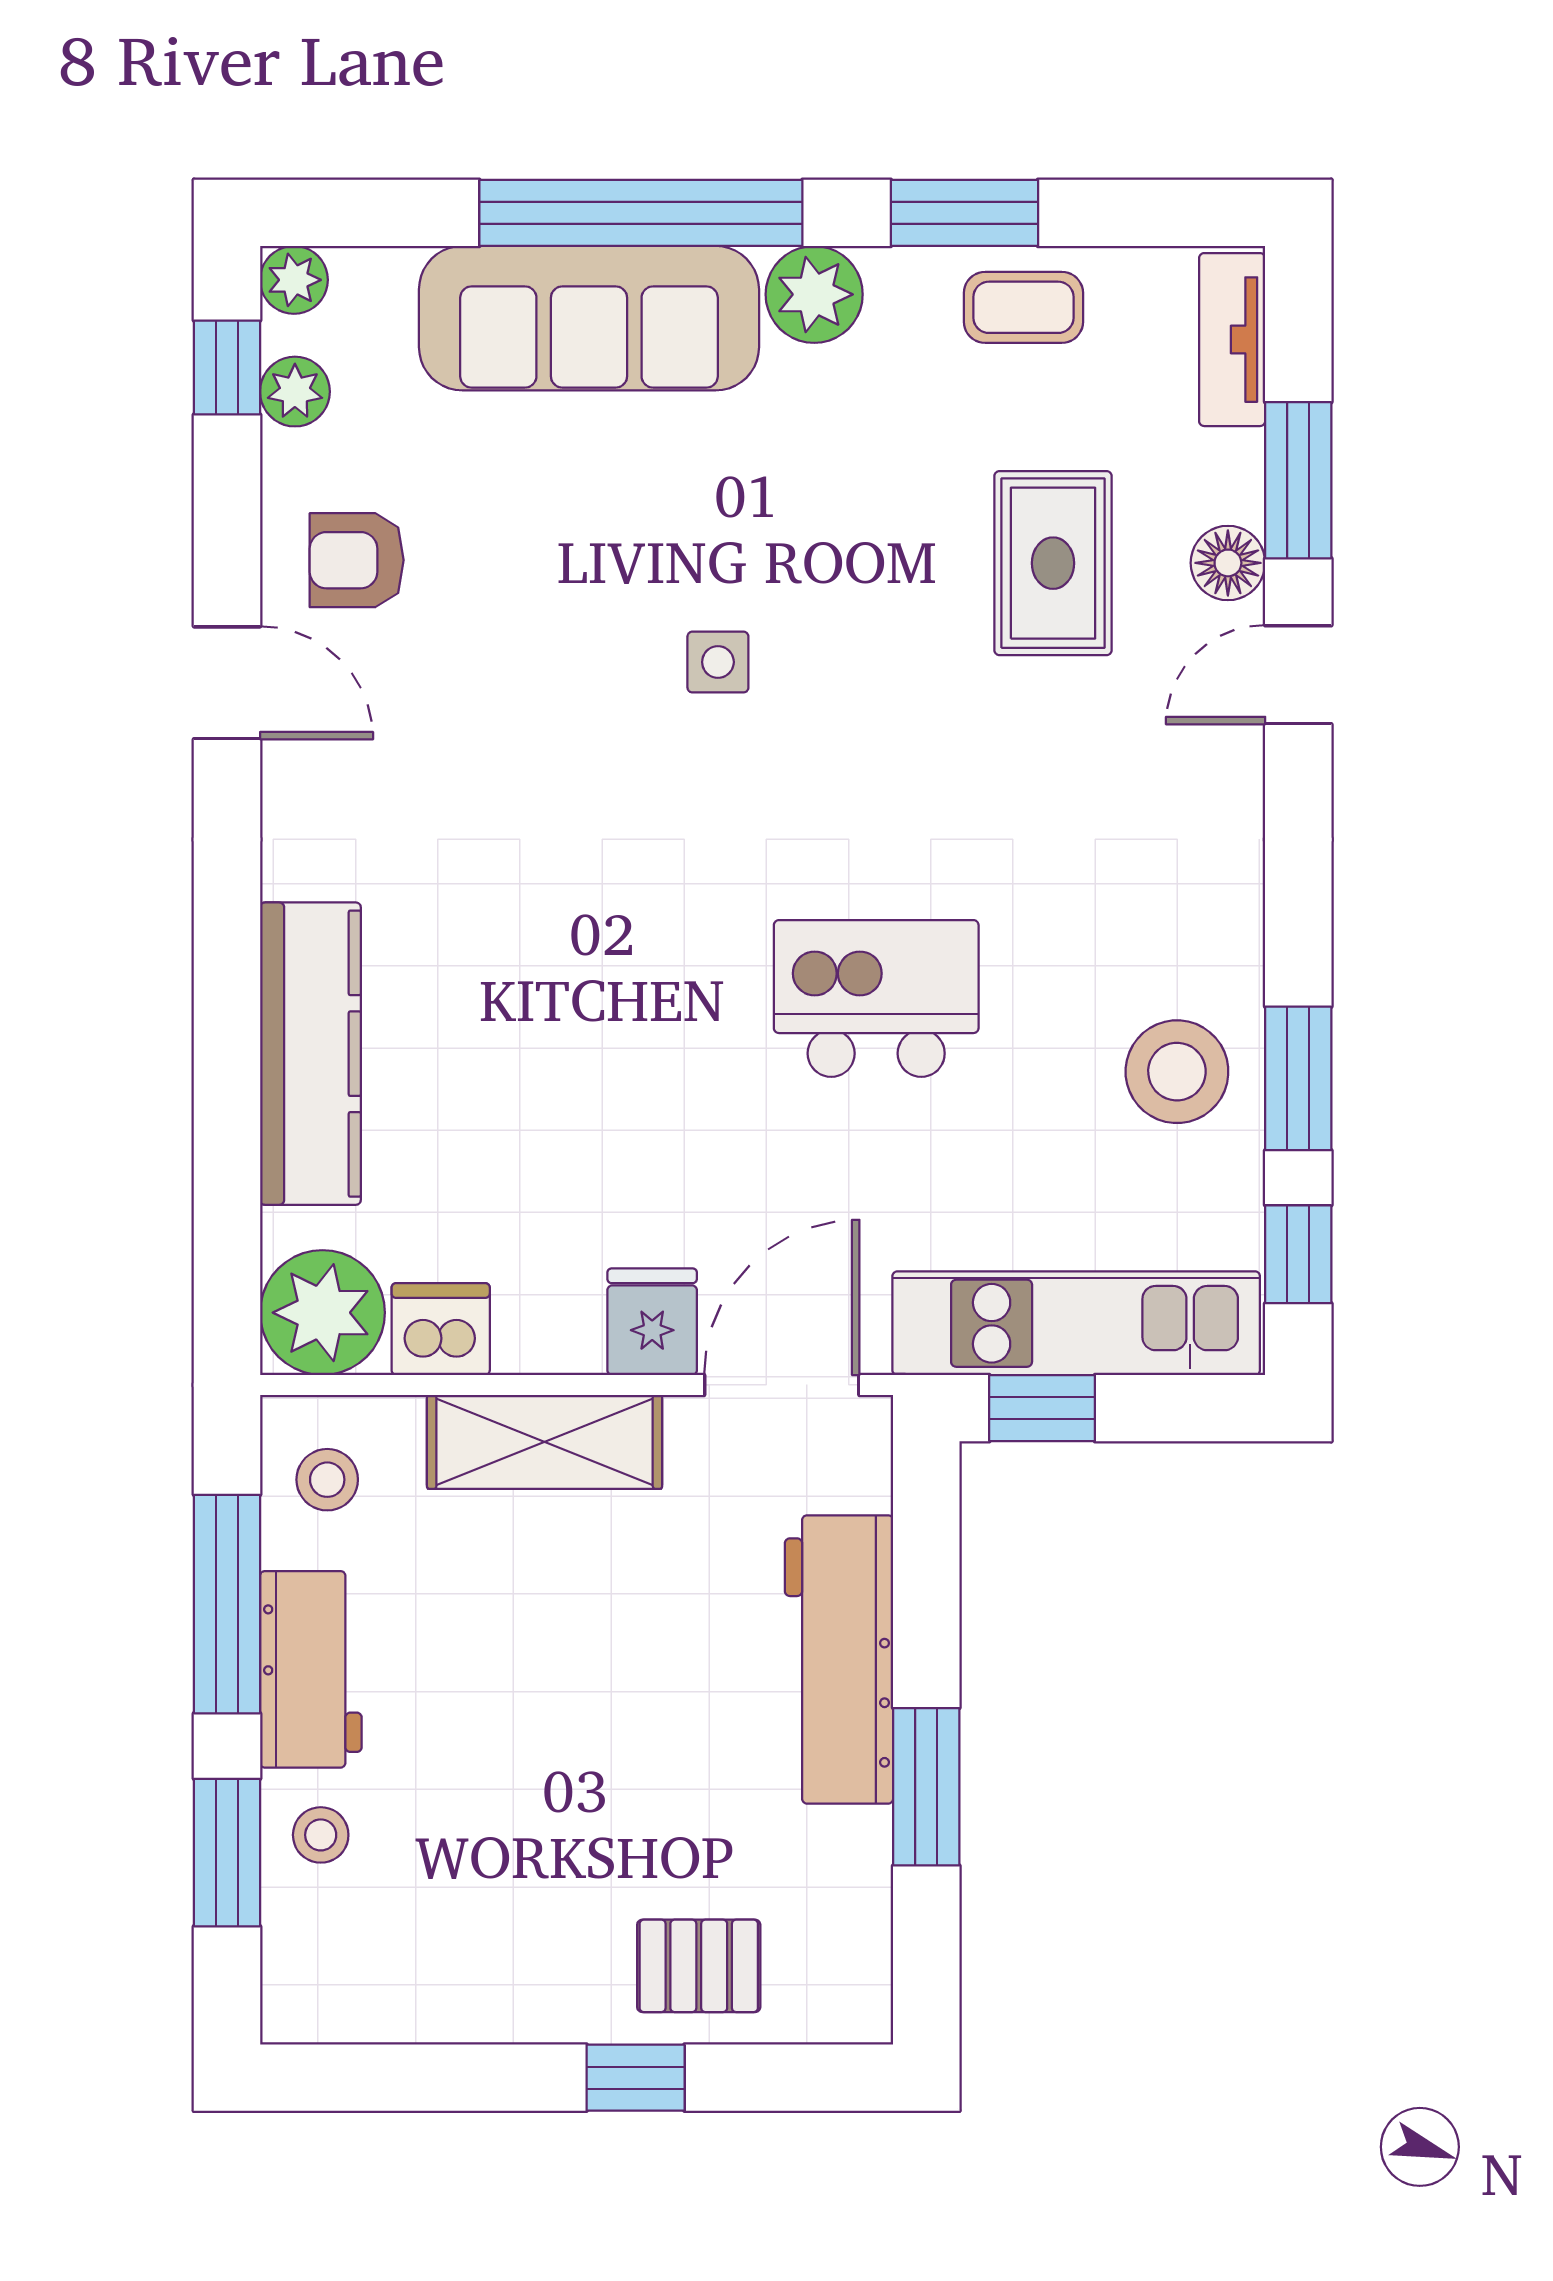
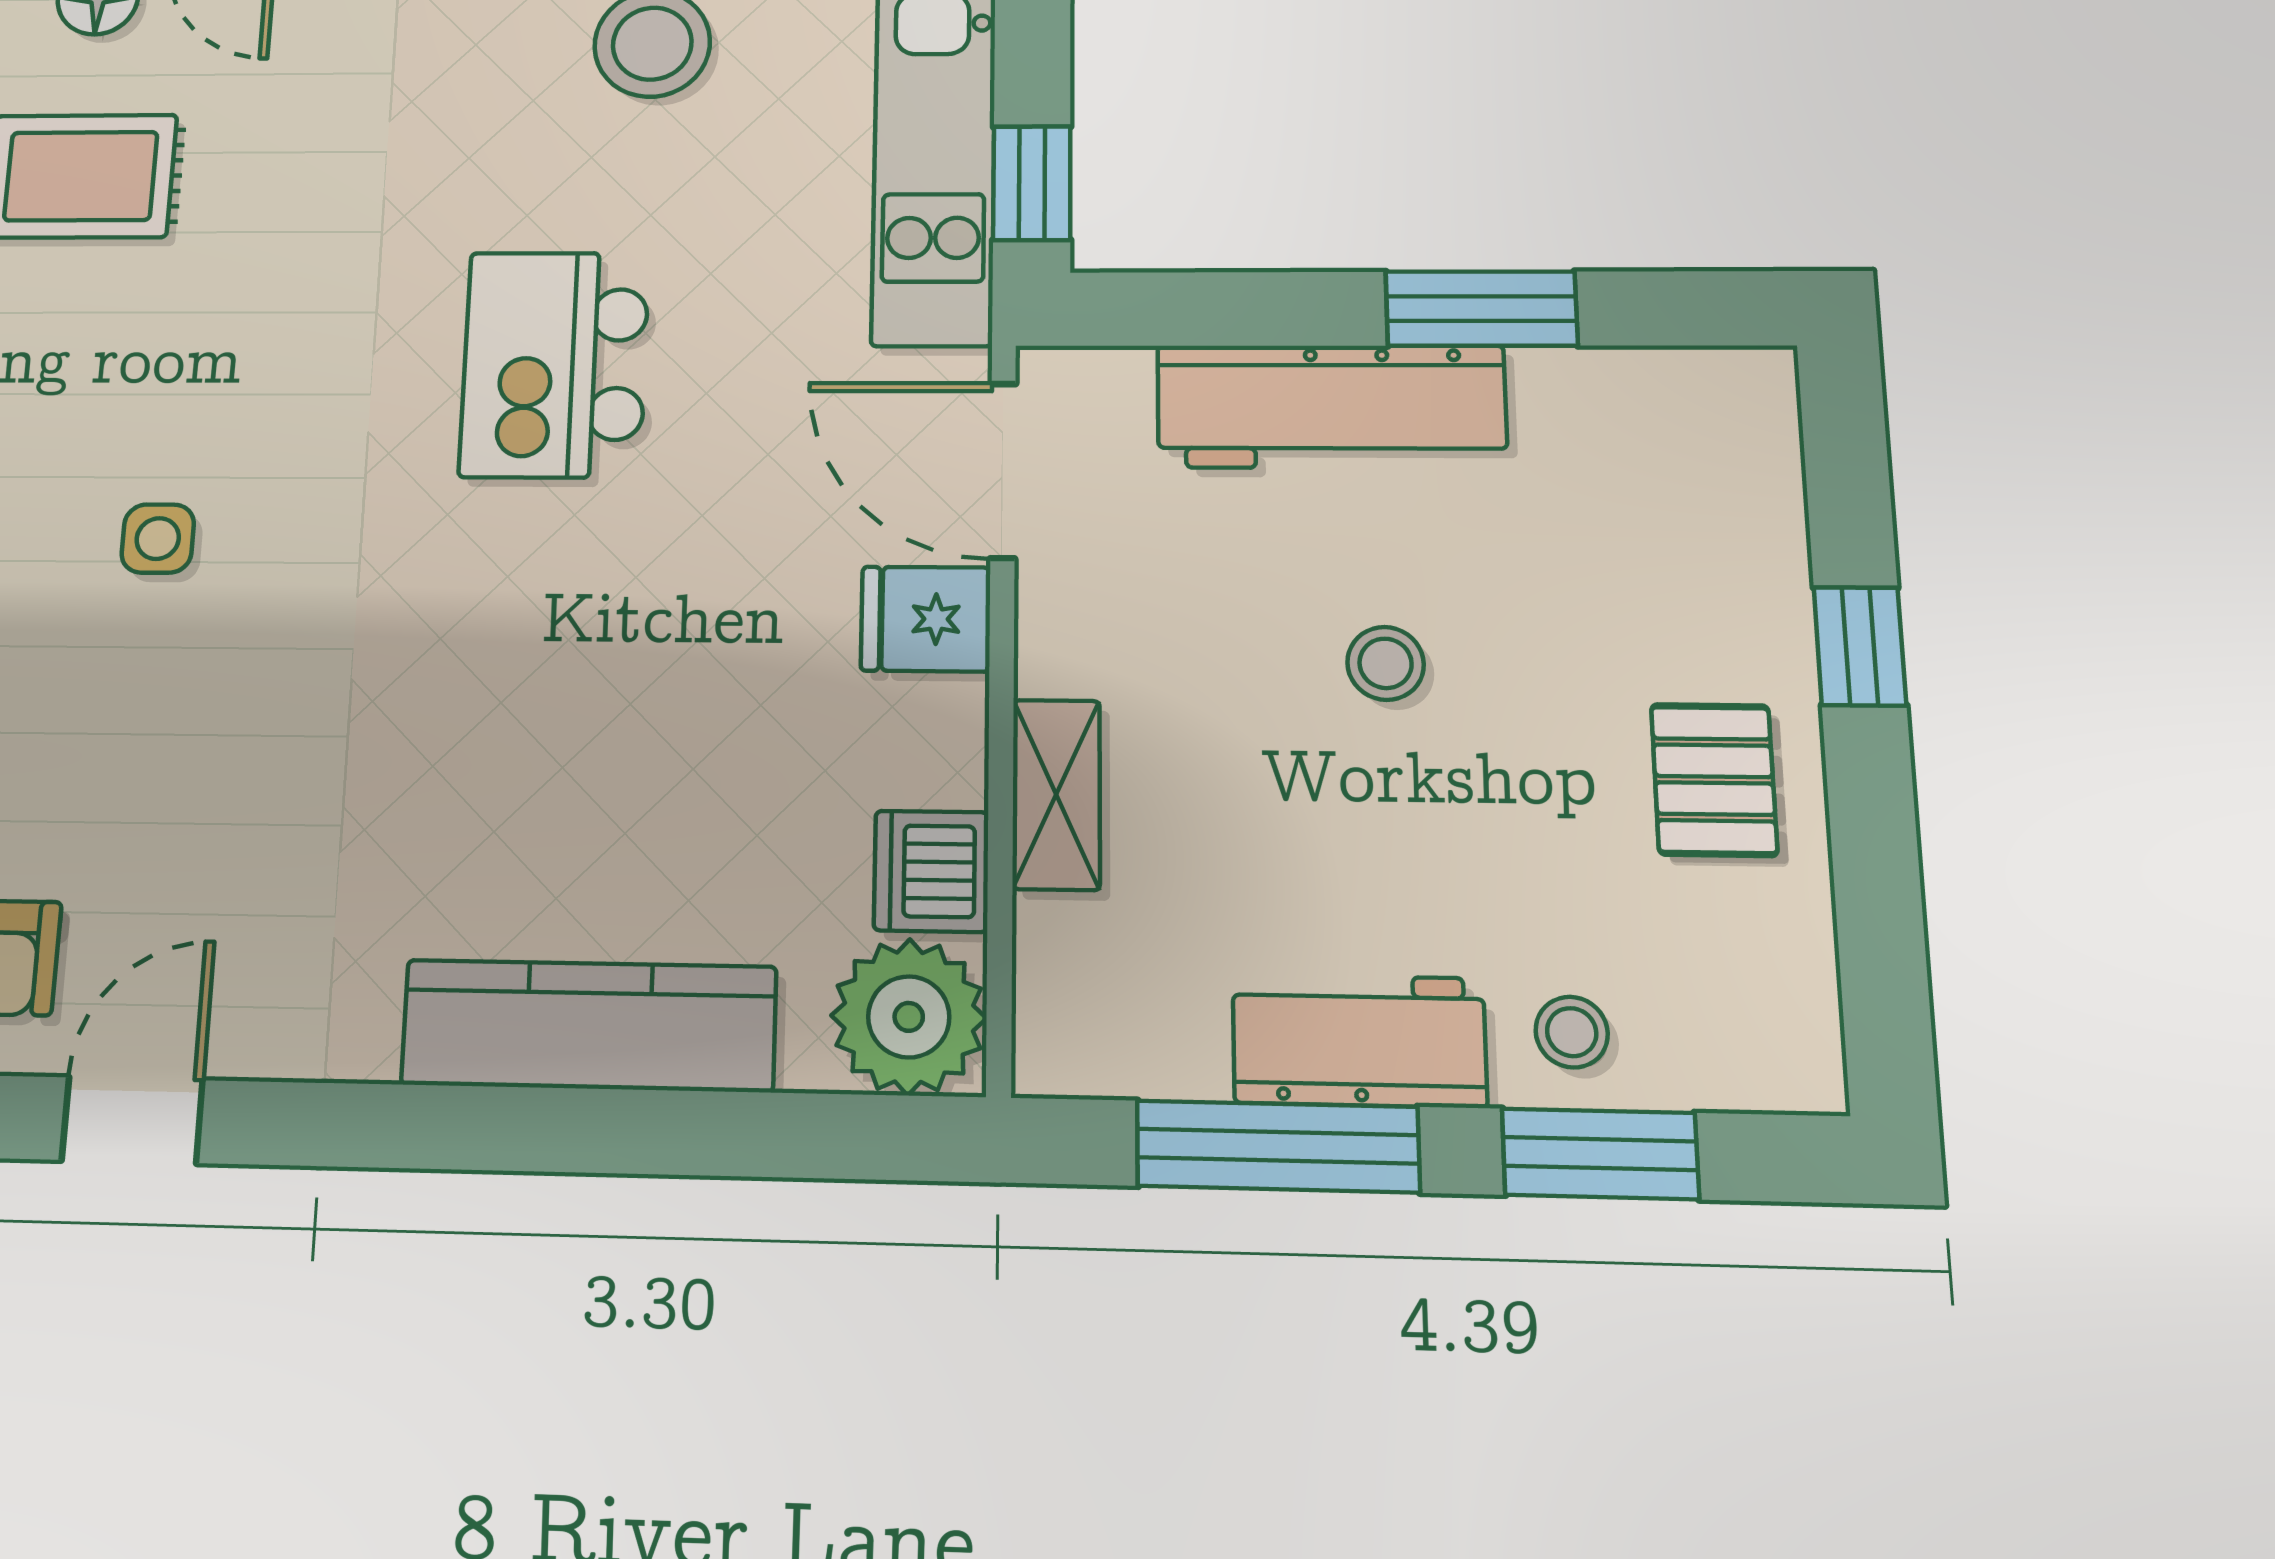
shelving: (545, 1442) -> (1056, 794), width x0.67, depth x0.75
stool: (327, 1480) -> (1386, 663), moved
pallet: (699, 1966) -> (1714, 780), moved

